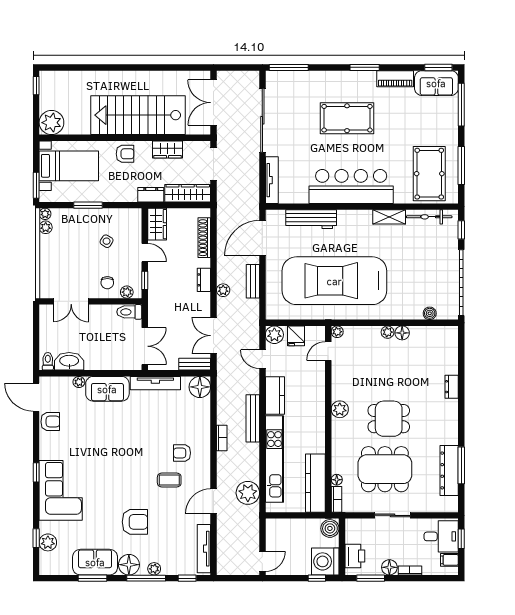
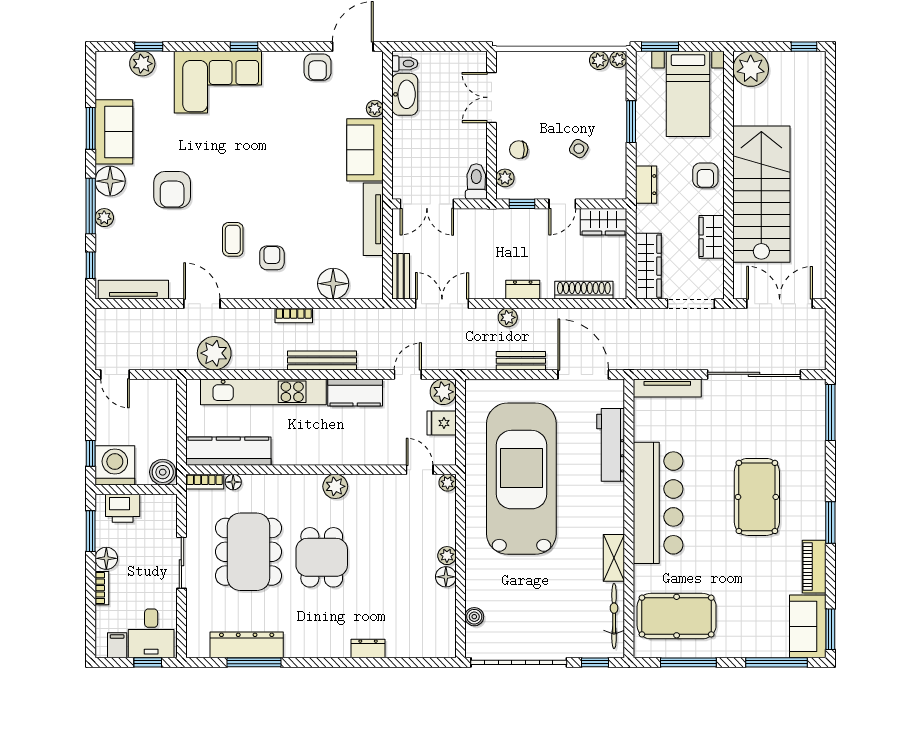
dresser: (151, 195) -> (646, 185), moved
floor lamp: (200, 387) -> (333, 284), moved

